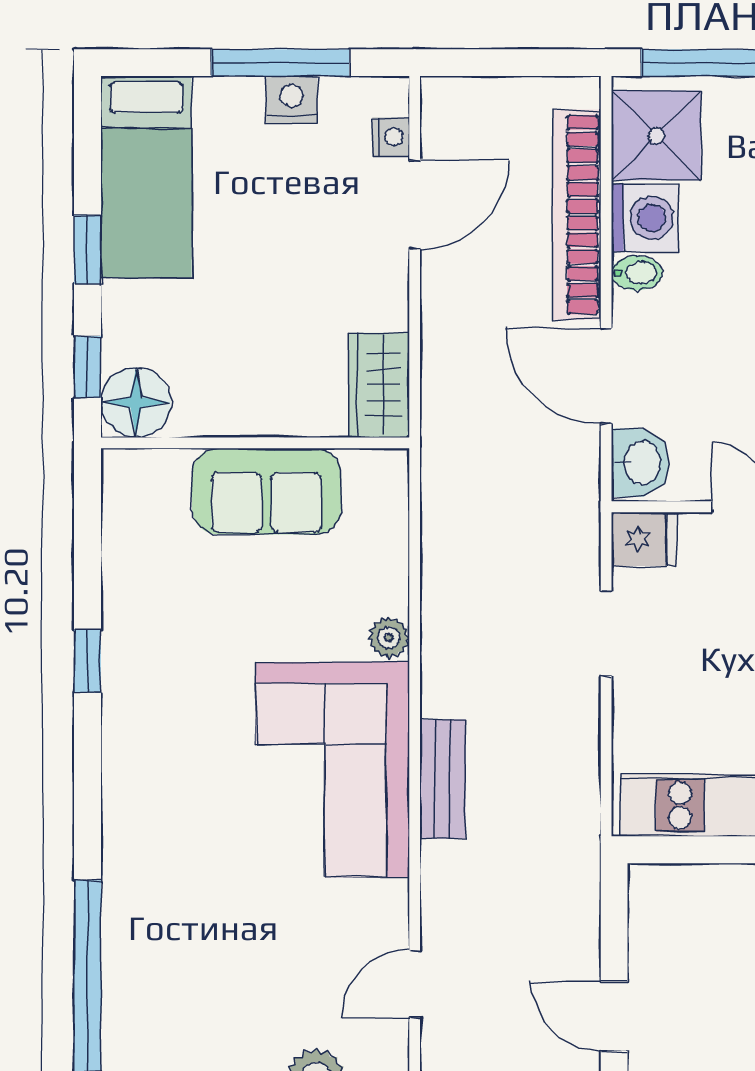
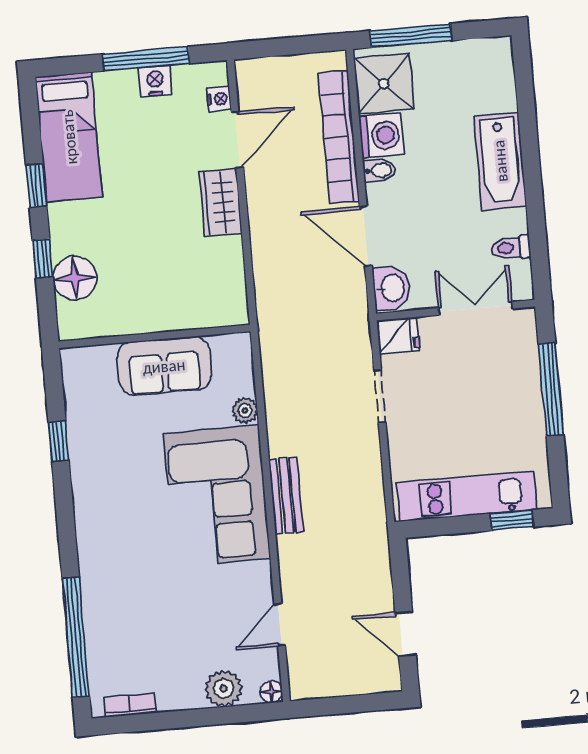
wardrobe: (379, 385) -> (220, 202), moved
wall: (255, 443) -> (155, 336), moved
sofa: (267, 491) -> (164, 366), moved

